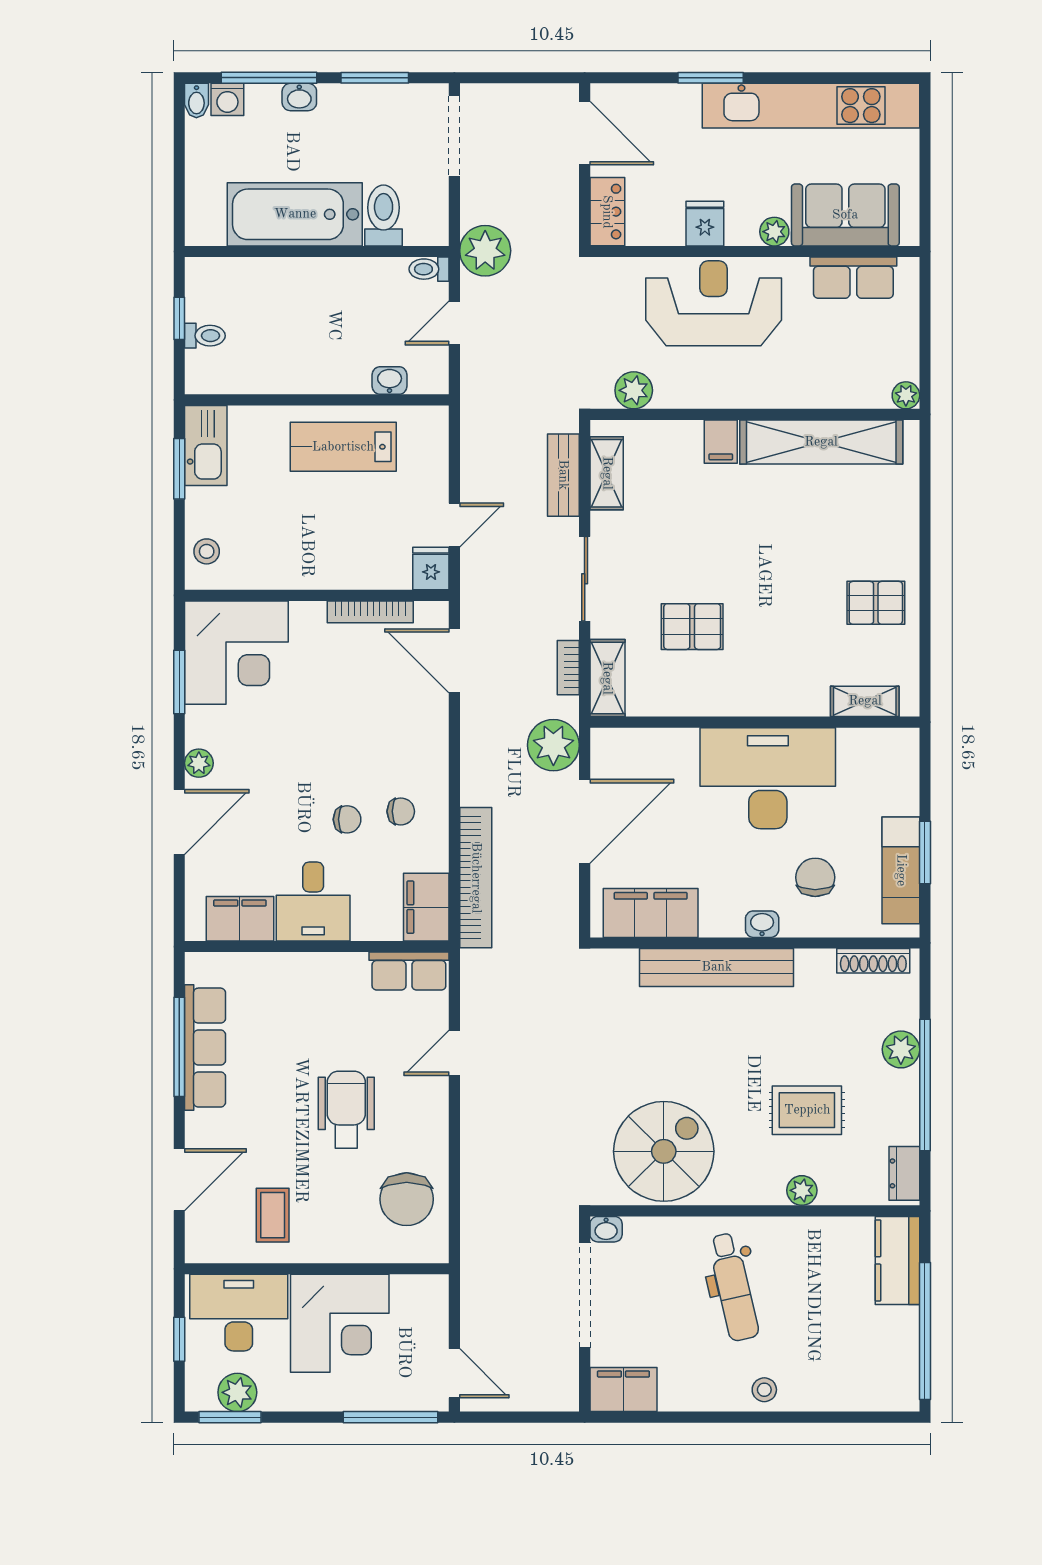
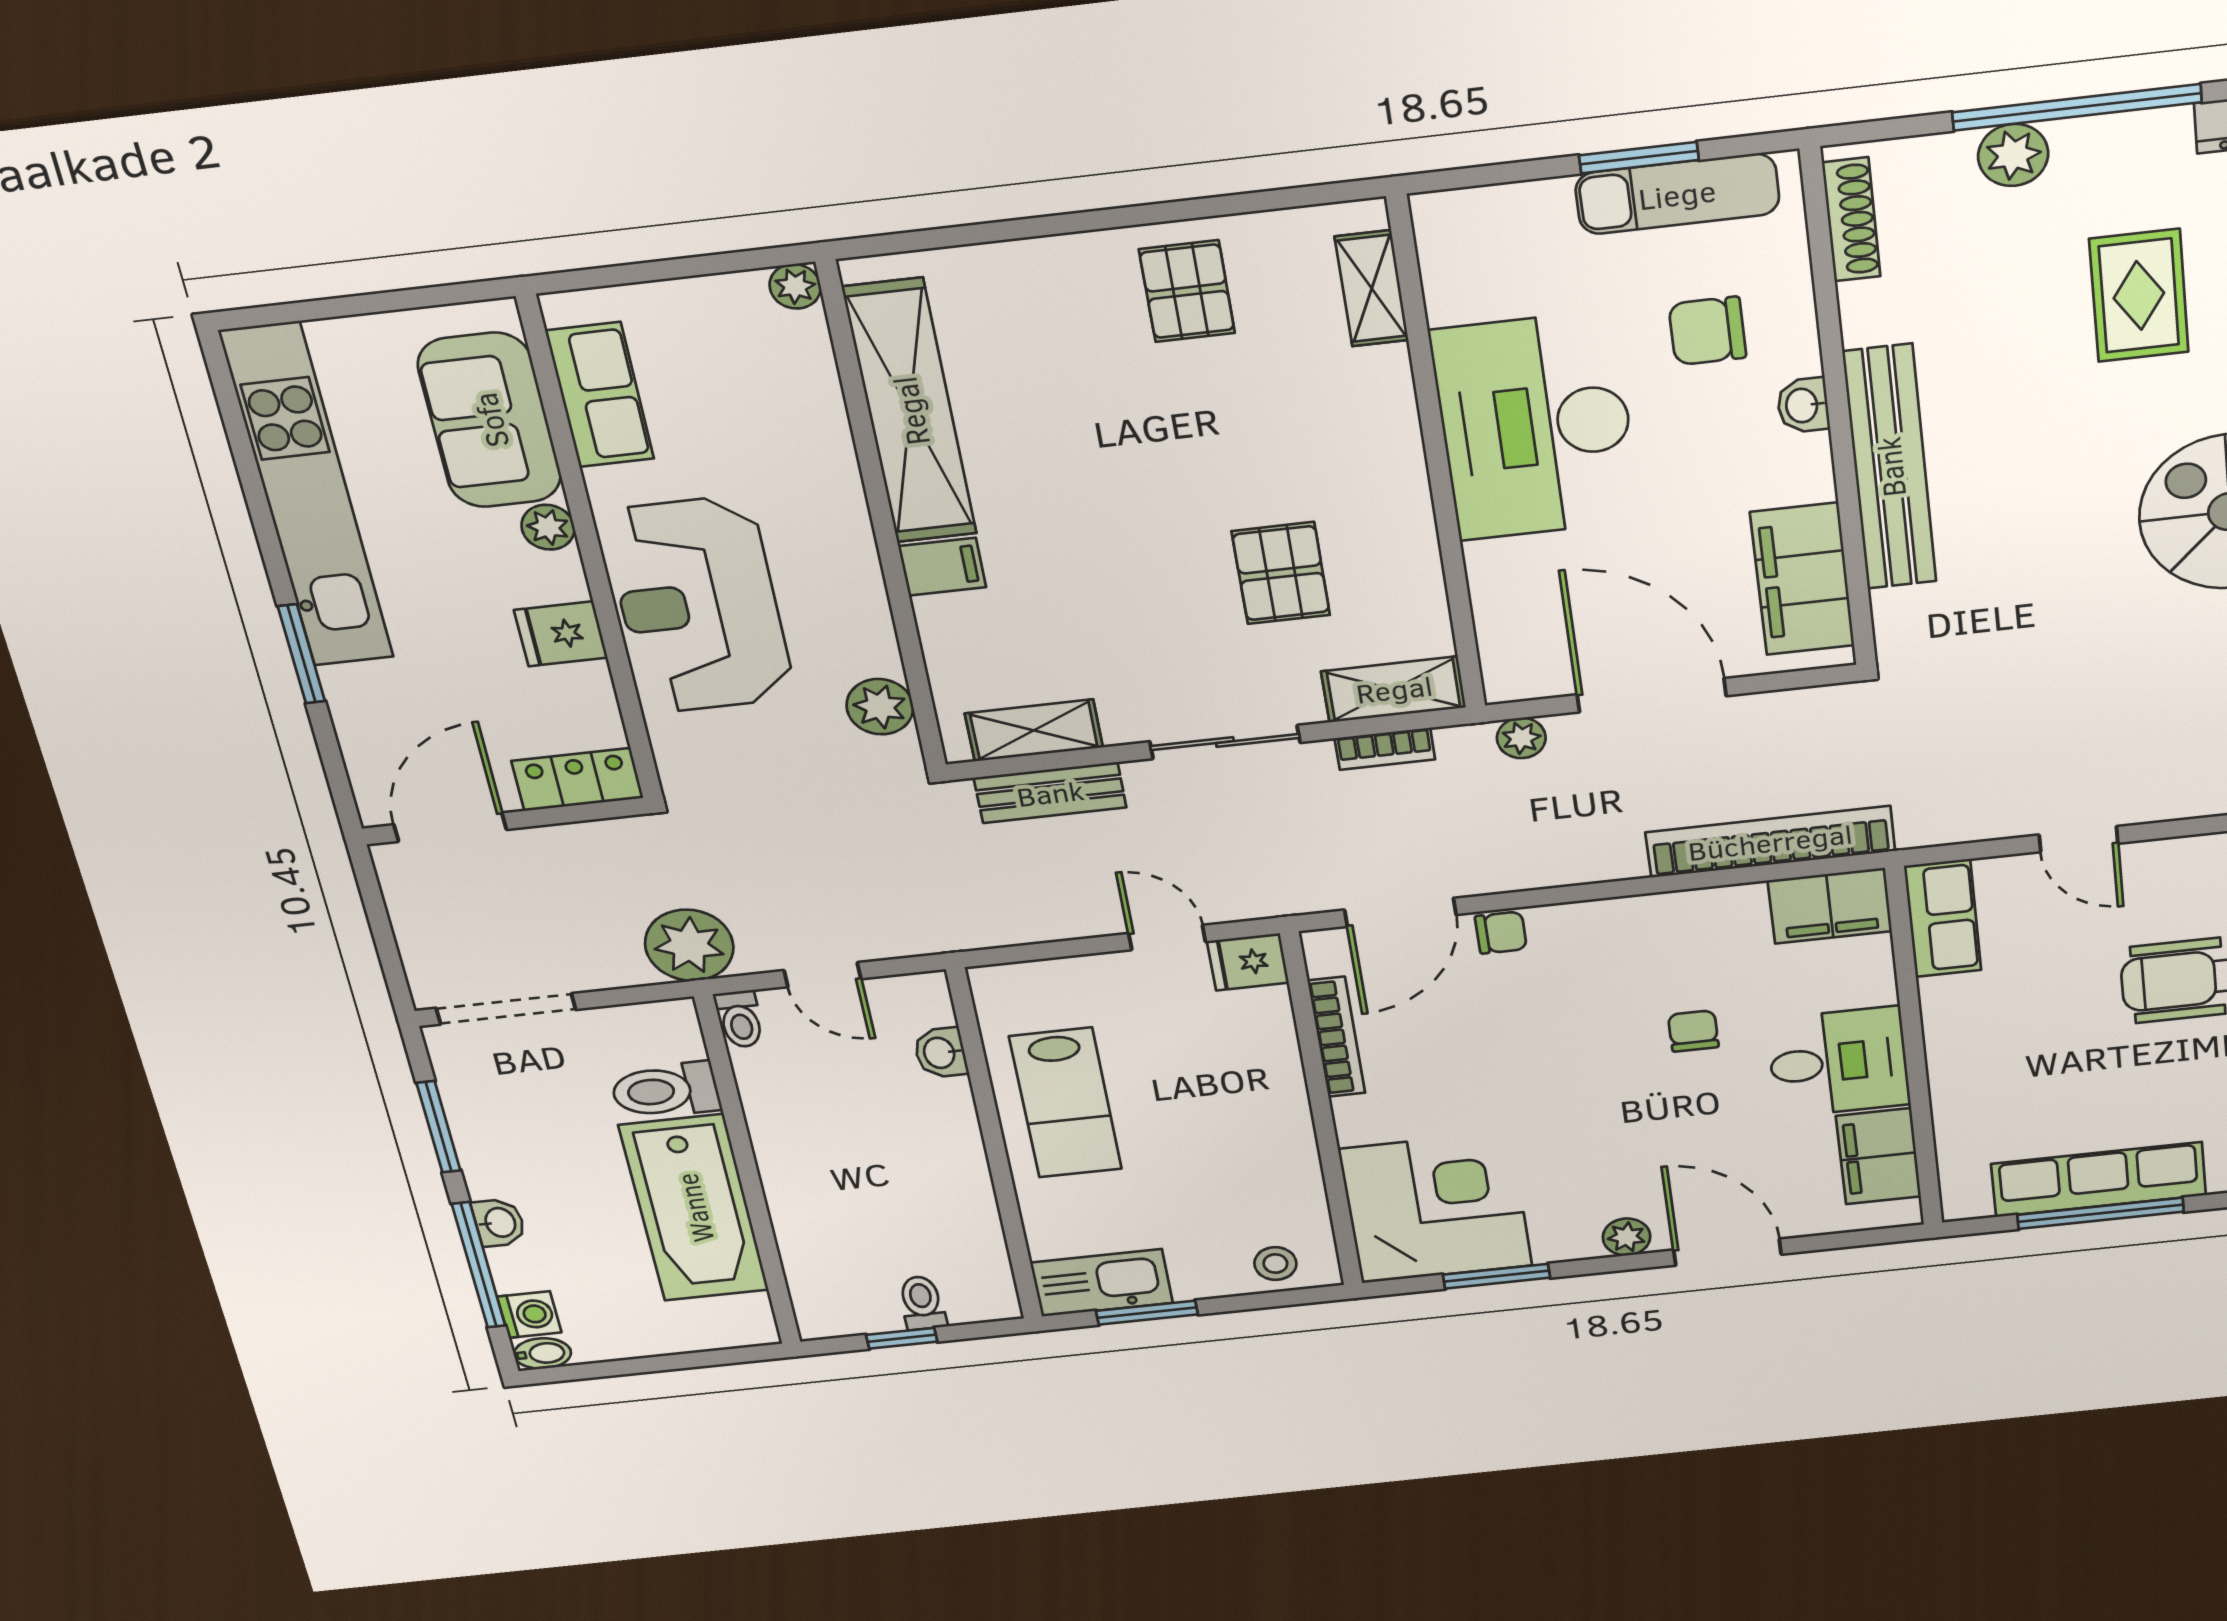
plant: (553, 745) -> (1521, 738), width x0.53, depth x0.53
chair: (401, 811) -> (1501, 933), moved, turned 90

